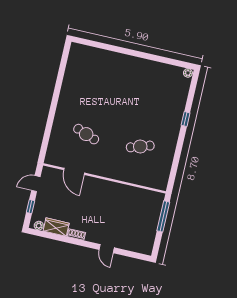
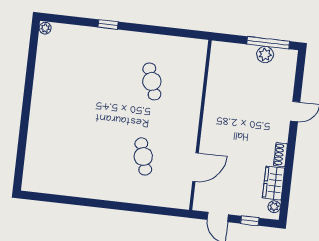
cafe table: (86, 134) -> (143, 157), turned -36
window: (163, 216) -> (268, 43), moved
plant: (151, 231) -> (265, 55), added

